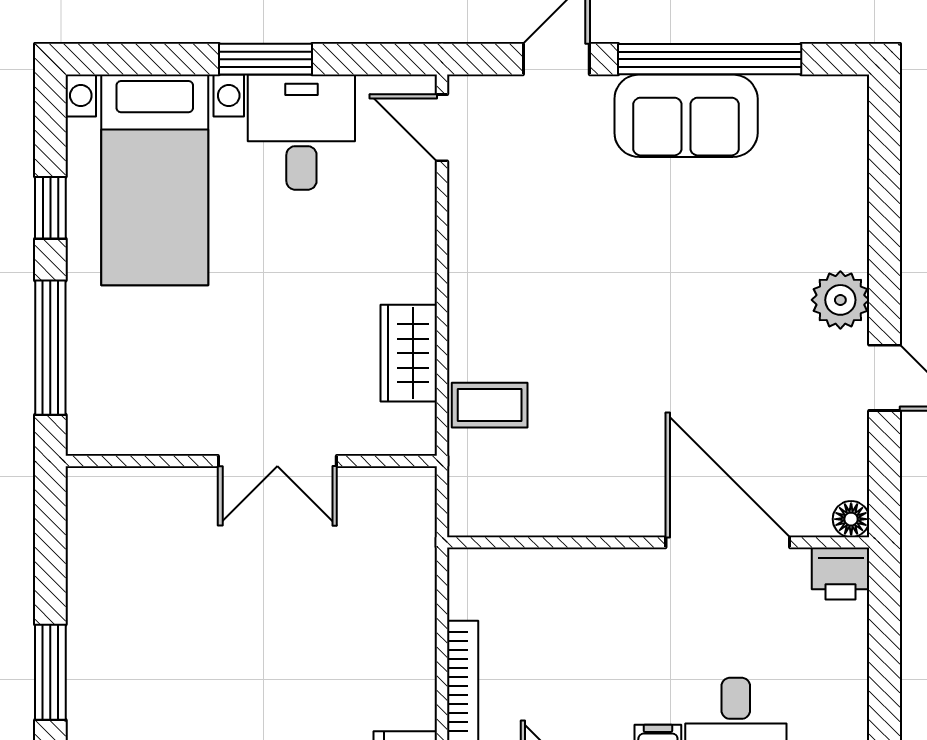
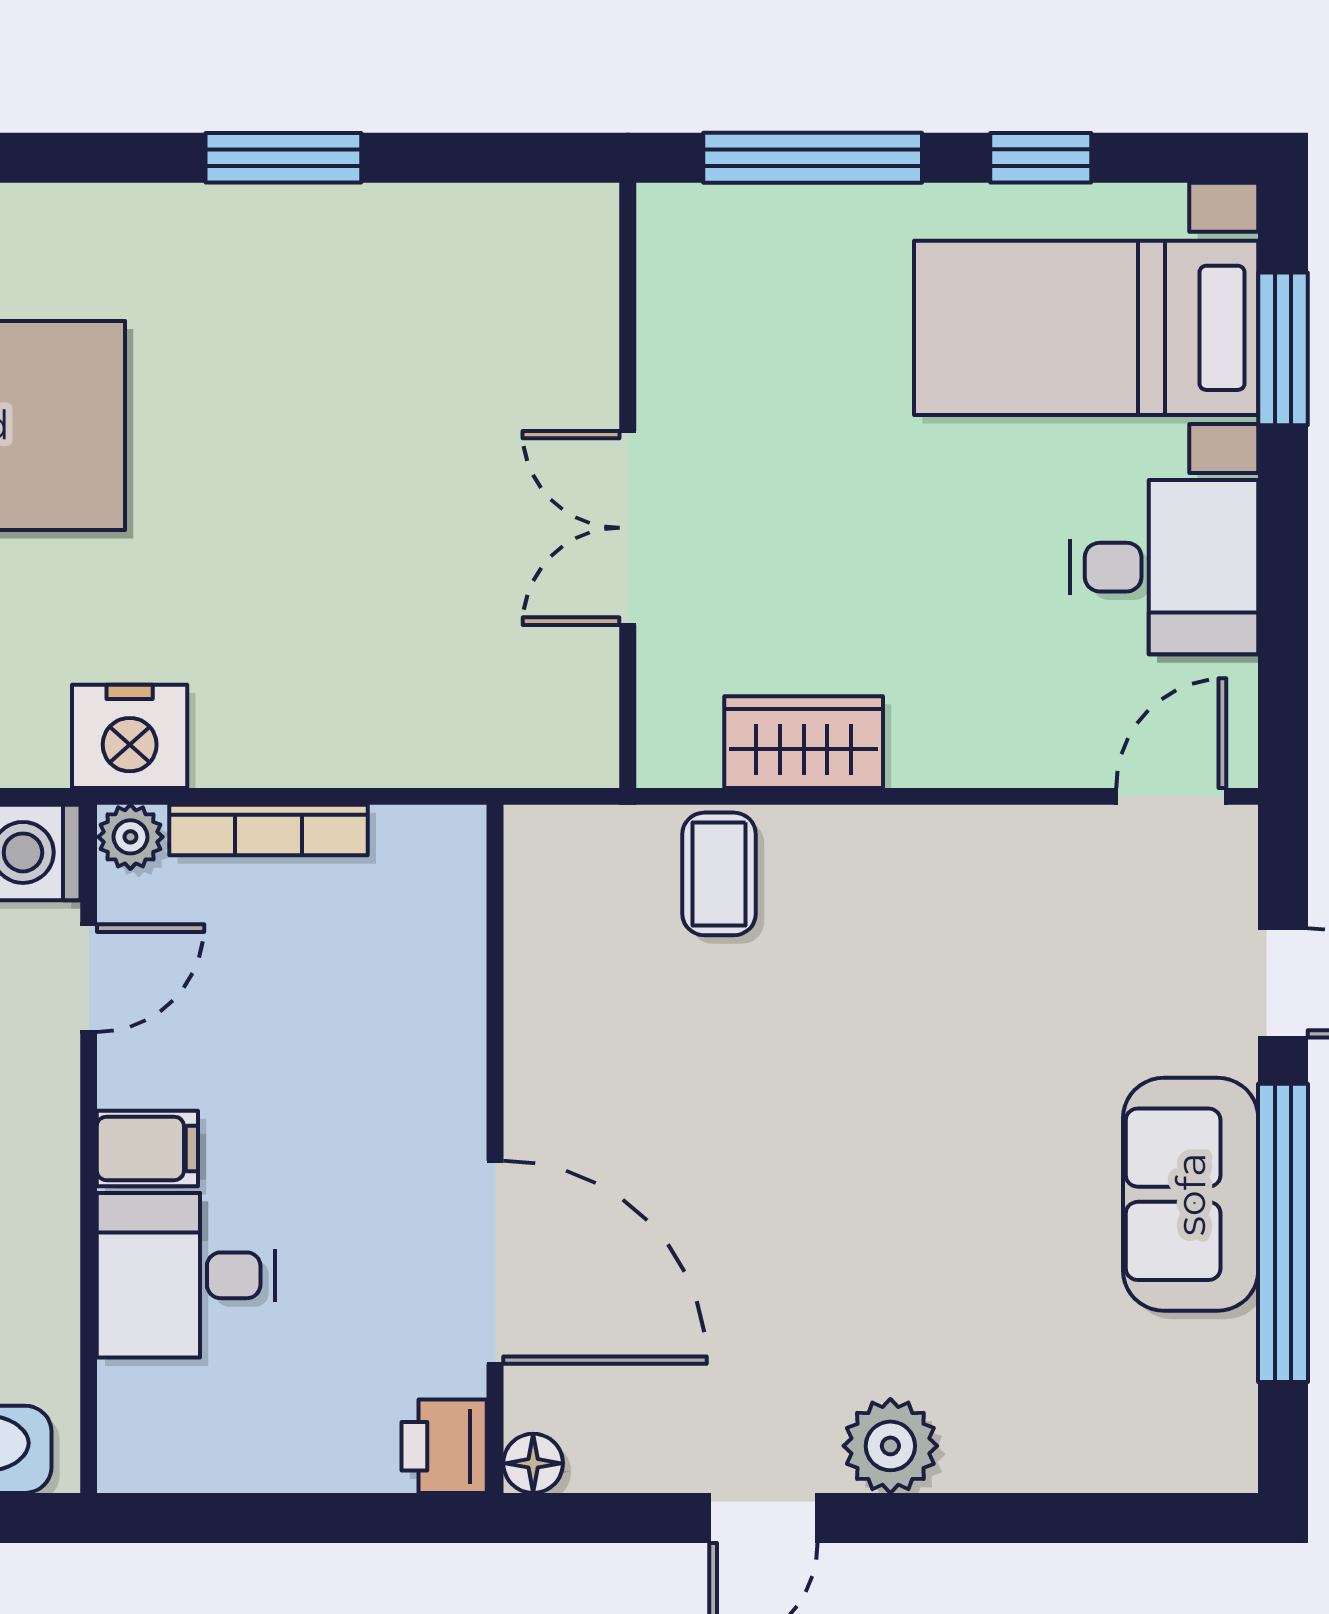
window: (266, 59) -> (1283, 349), moved
door: (728, 542) -> (495, 1262), hinge flipped

